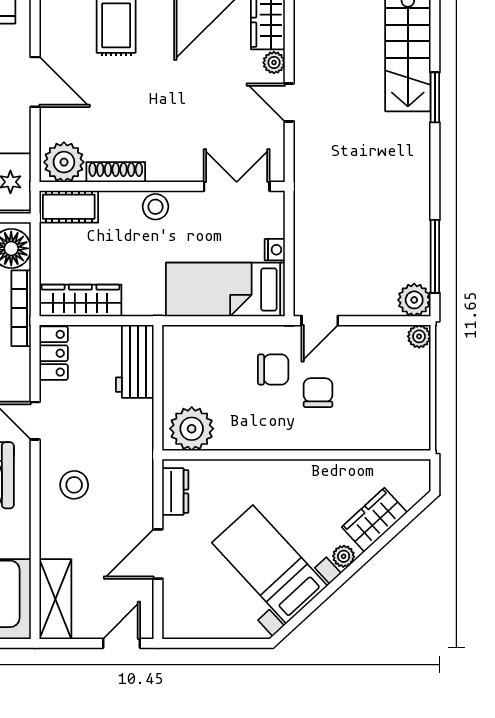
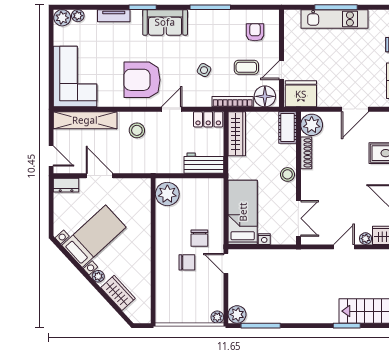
dresser: (175, 492) -> (66, 185), moved
shelving: (55, 599) -> (85, 120), width x1.47

